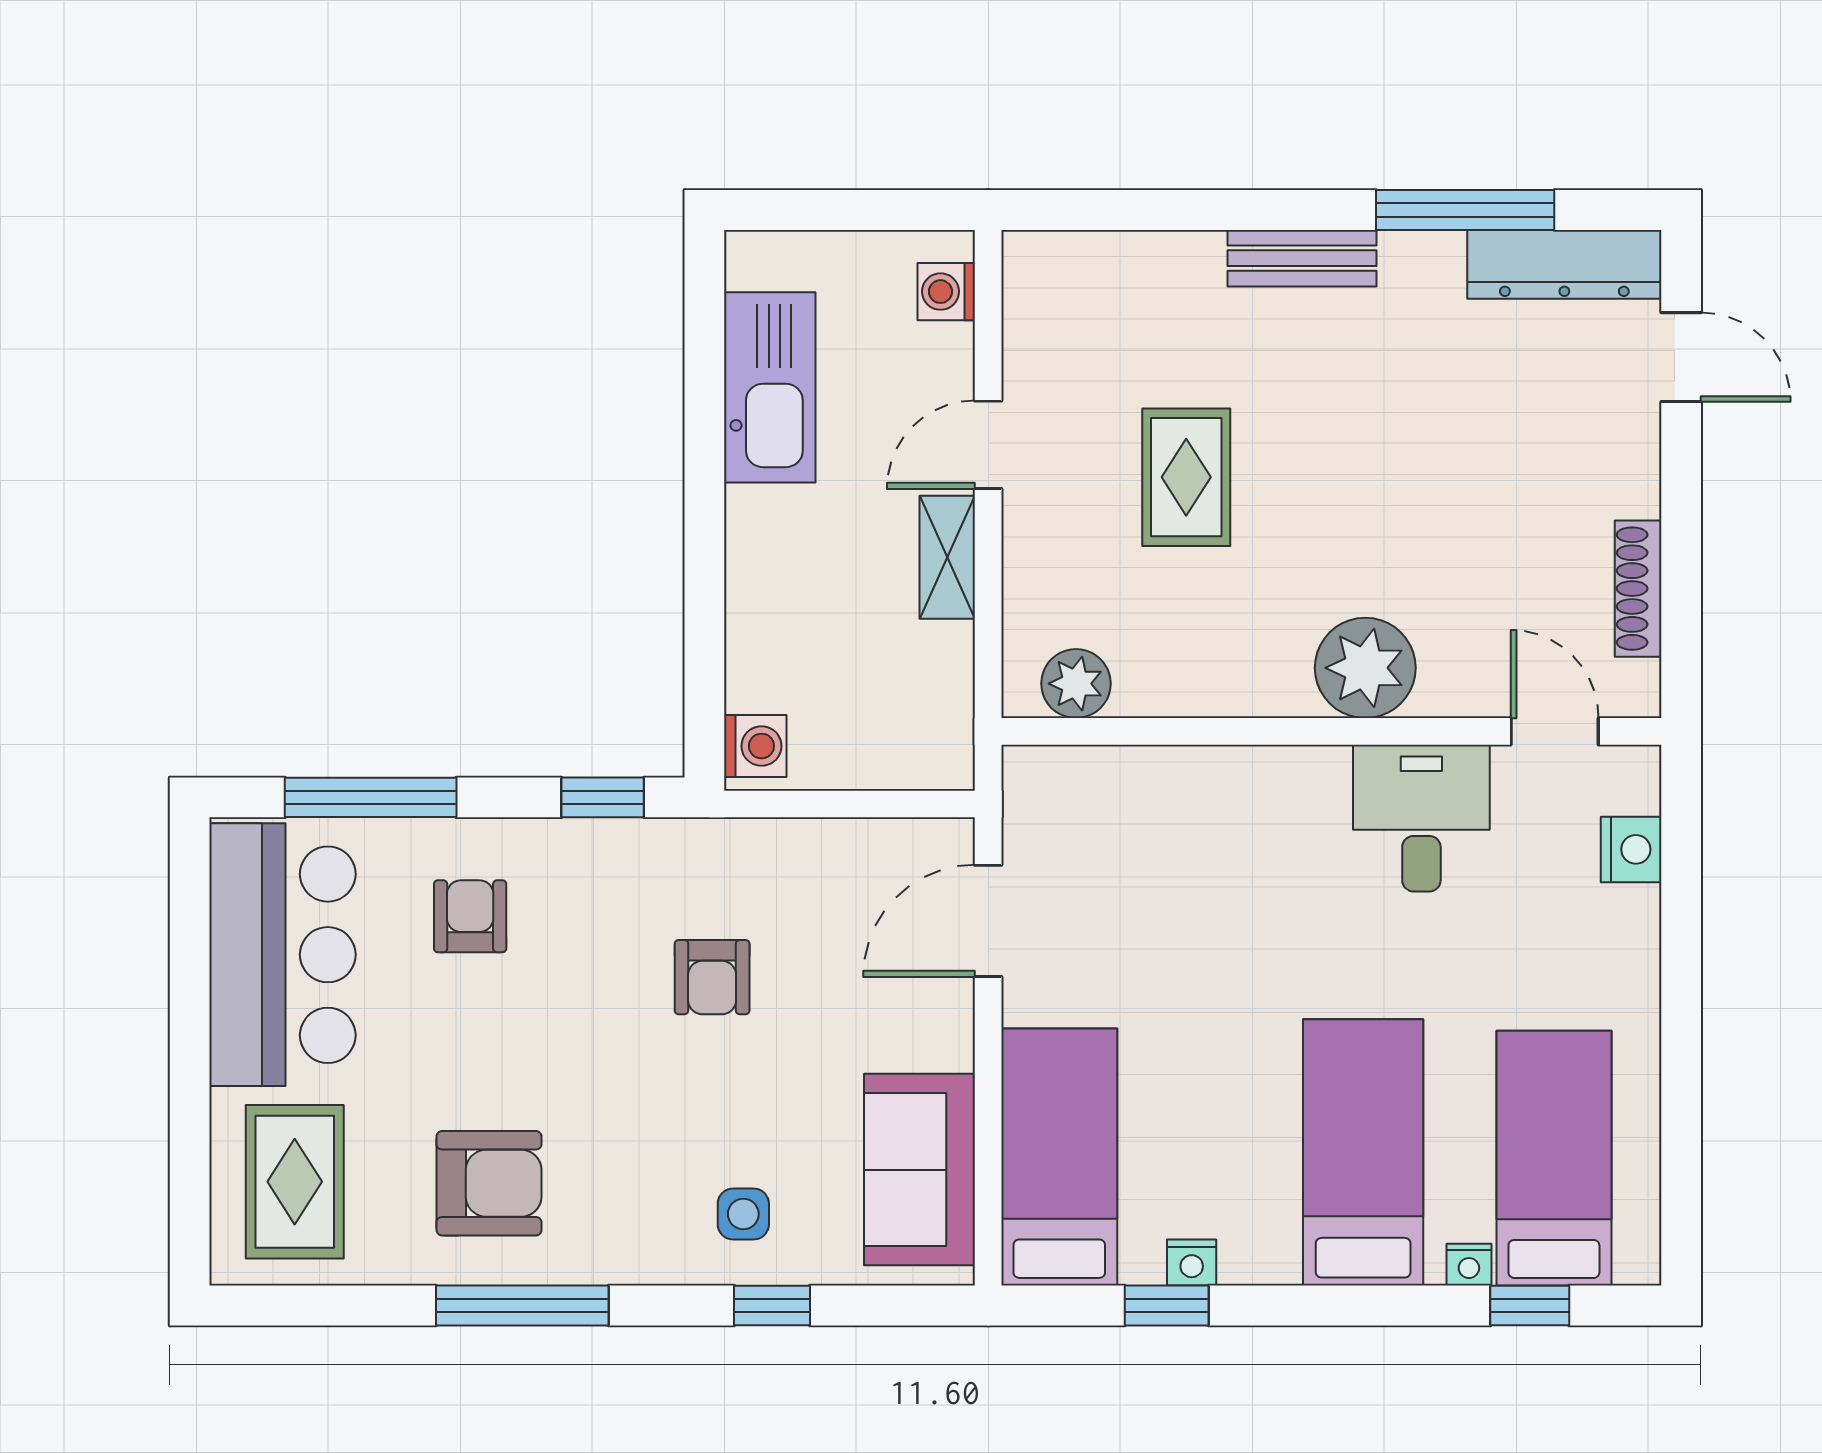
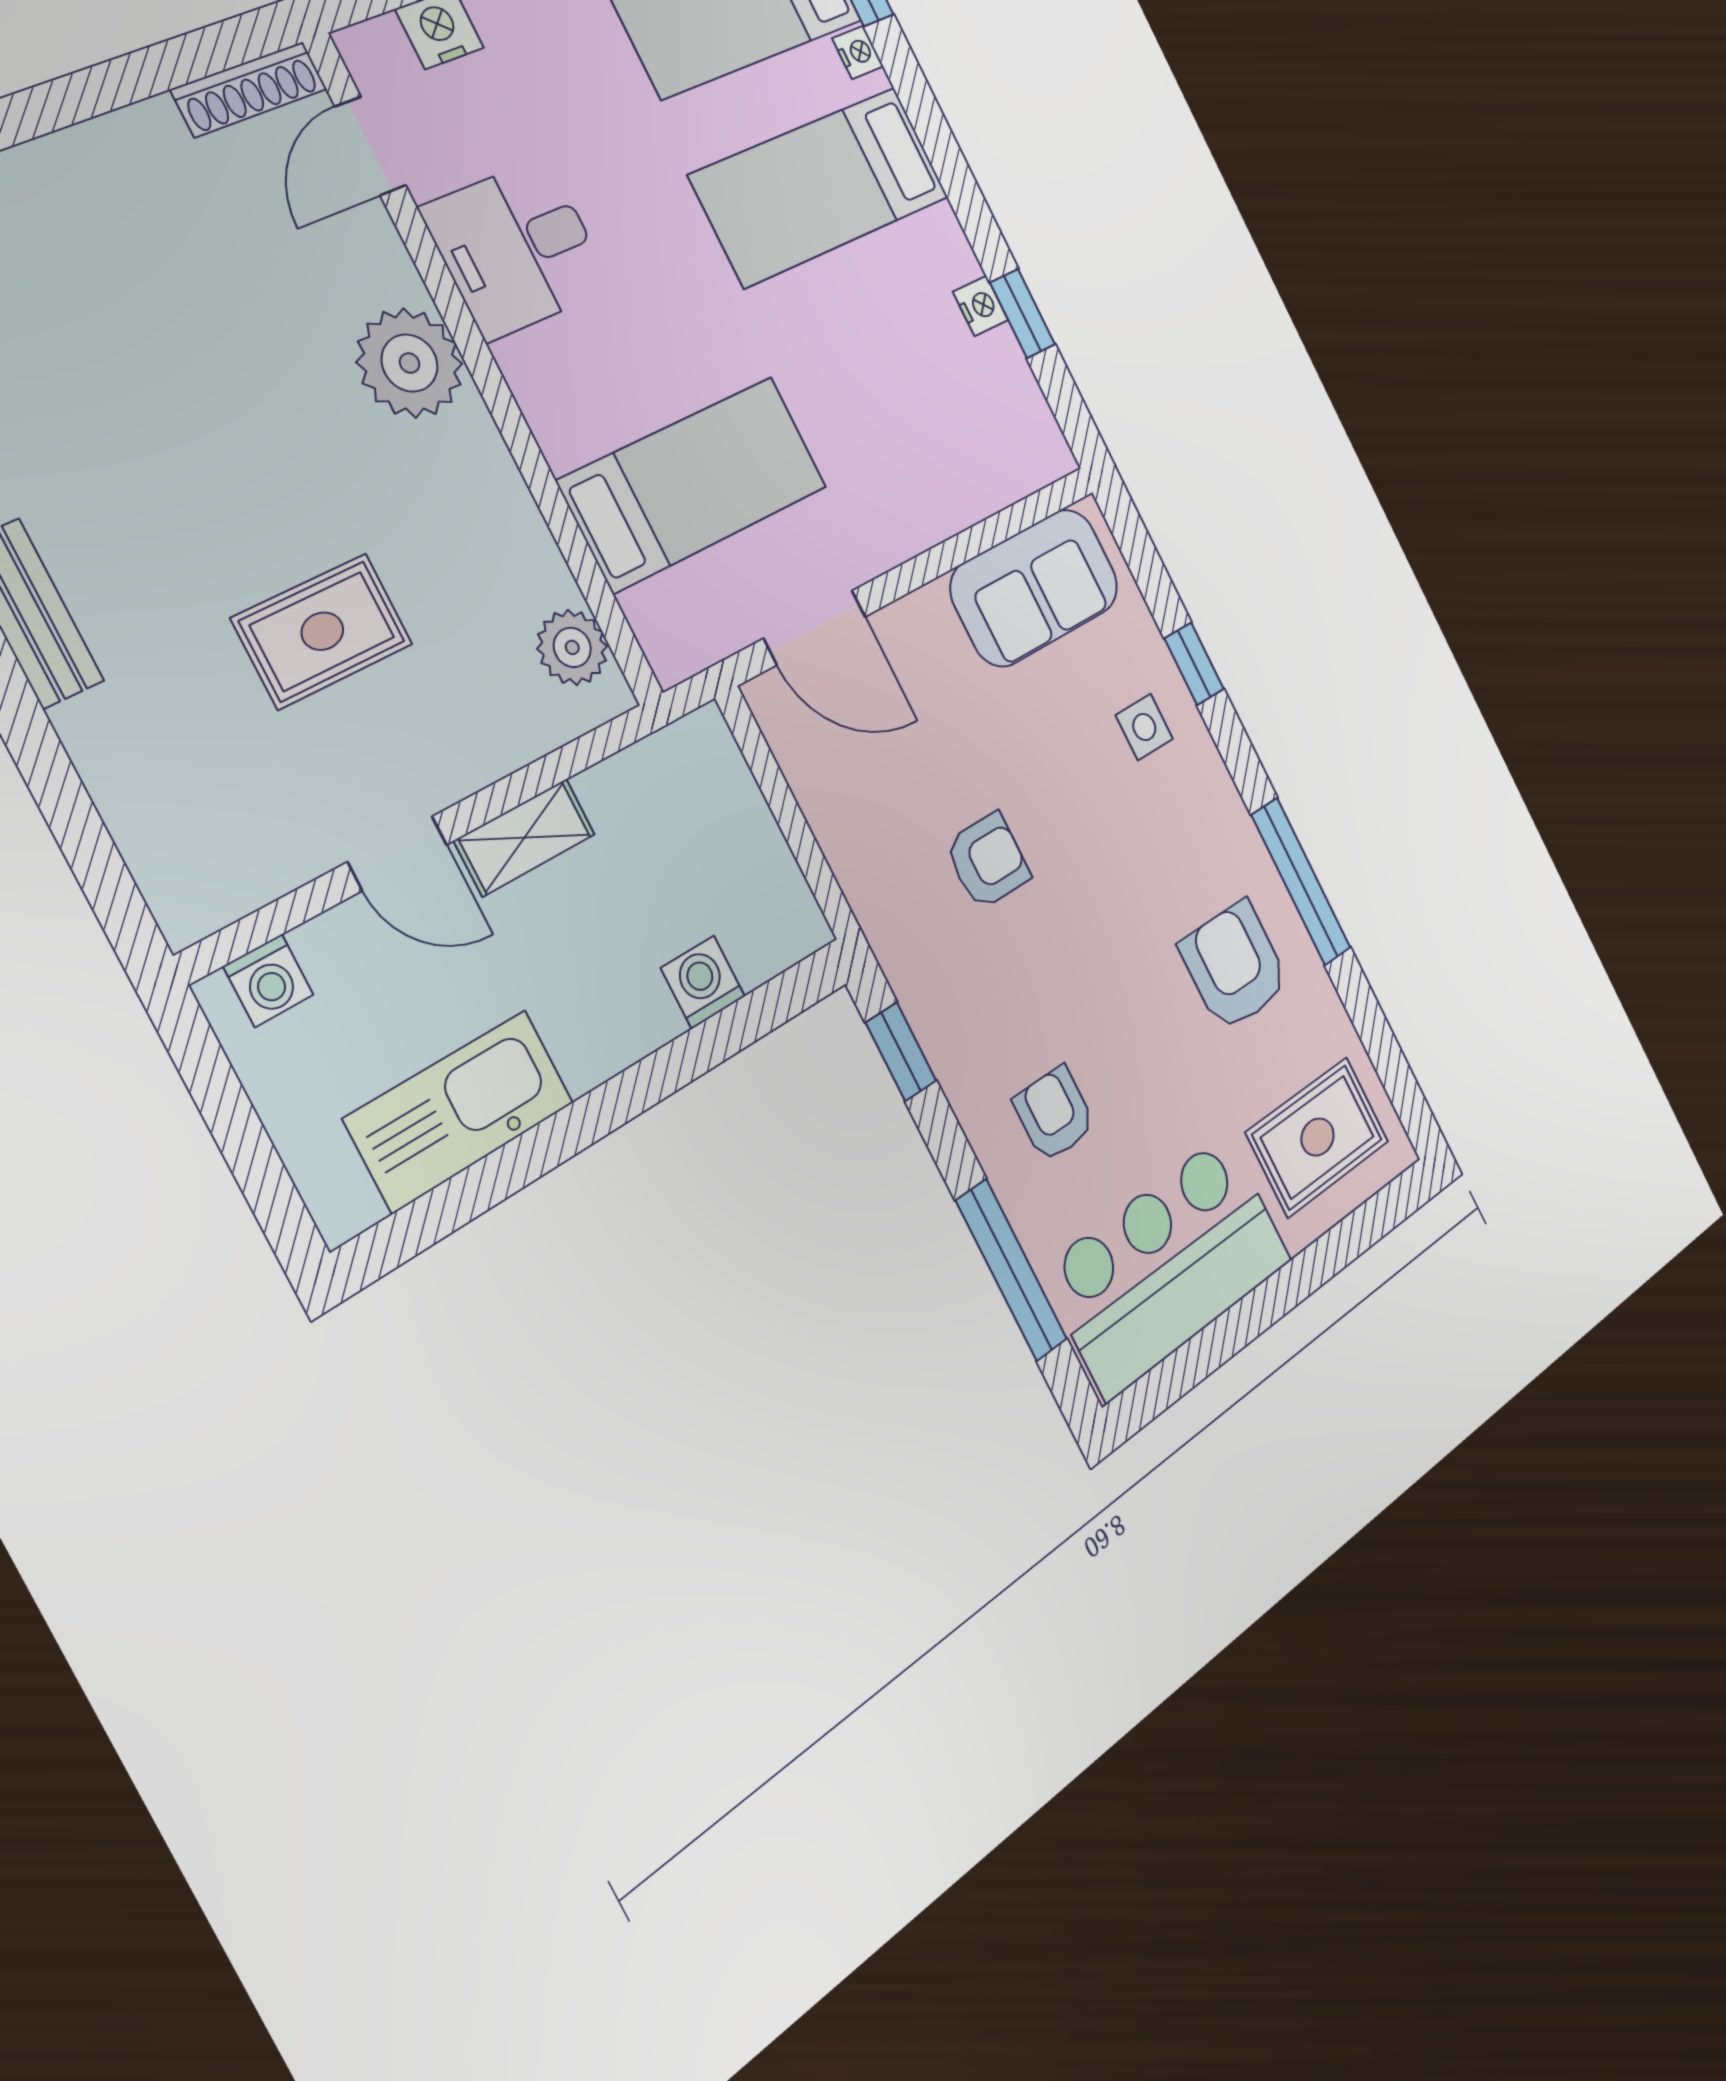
shoe rack: (1638, 589) -> (249, 89), moved
washing machine: (755, 746) -> (703, 982), moved
armchair: (470, 916) -> (1054, 1114), turned 90
bed: (1059, 1157) -> (694, 484), moved, turned 180

